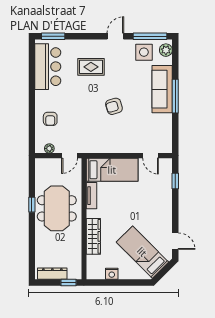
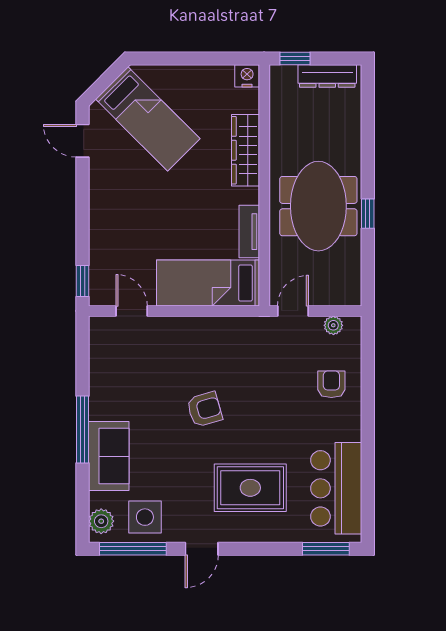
rug: (91, 67) -> (250, 488), width x1.36, depth x1.43
sofa: (162, 89) -> (109, 456), width x0.73
window: (175, 181) -> (83, 281), moved
nightstand: (112, 274) -> (247, 76), moved

